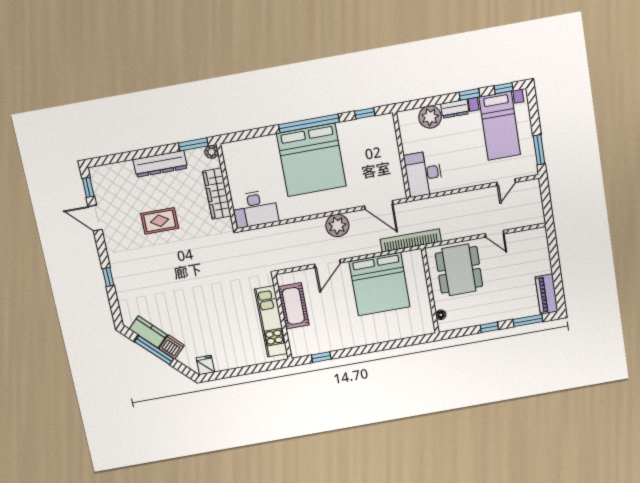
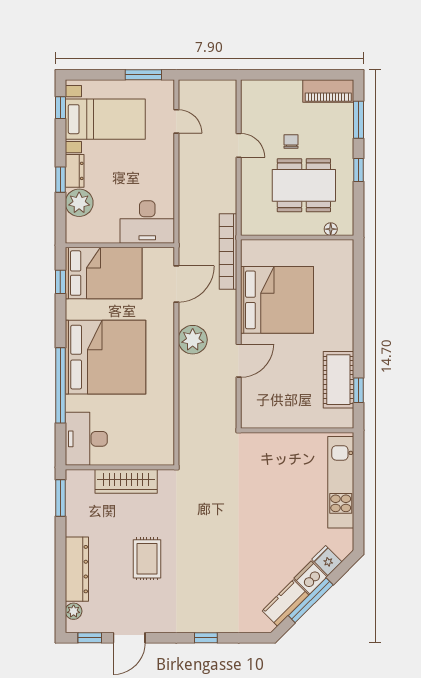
window: (469, 94) -> (60, 180), moved
window: (309, 123) -> (60, 385), moved
bed: (378, 147) -> (104, 273), added
plant: (212, 152) -> (74, 611), moved
dresser: (160, 164) -> (77, 569), moved
desk: (255, 209) -> (86, 439), moved, turned 180
door: (495, 234) -> (239, 145), hinge flipped
door: (327, 264) -> (239, 361), hinge flipped
dining table: (459, 270) -> (304, 185), moved
chair: (504, 273) -> (291, 141), added
cot: (293, 306) -> (338, 380), moved, turned 90
kitchen unit: (271, 321) -> (341, 482), moved, turned 90
fridge: (205, 365) -> (327, 561), moved, turned 45

